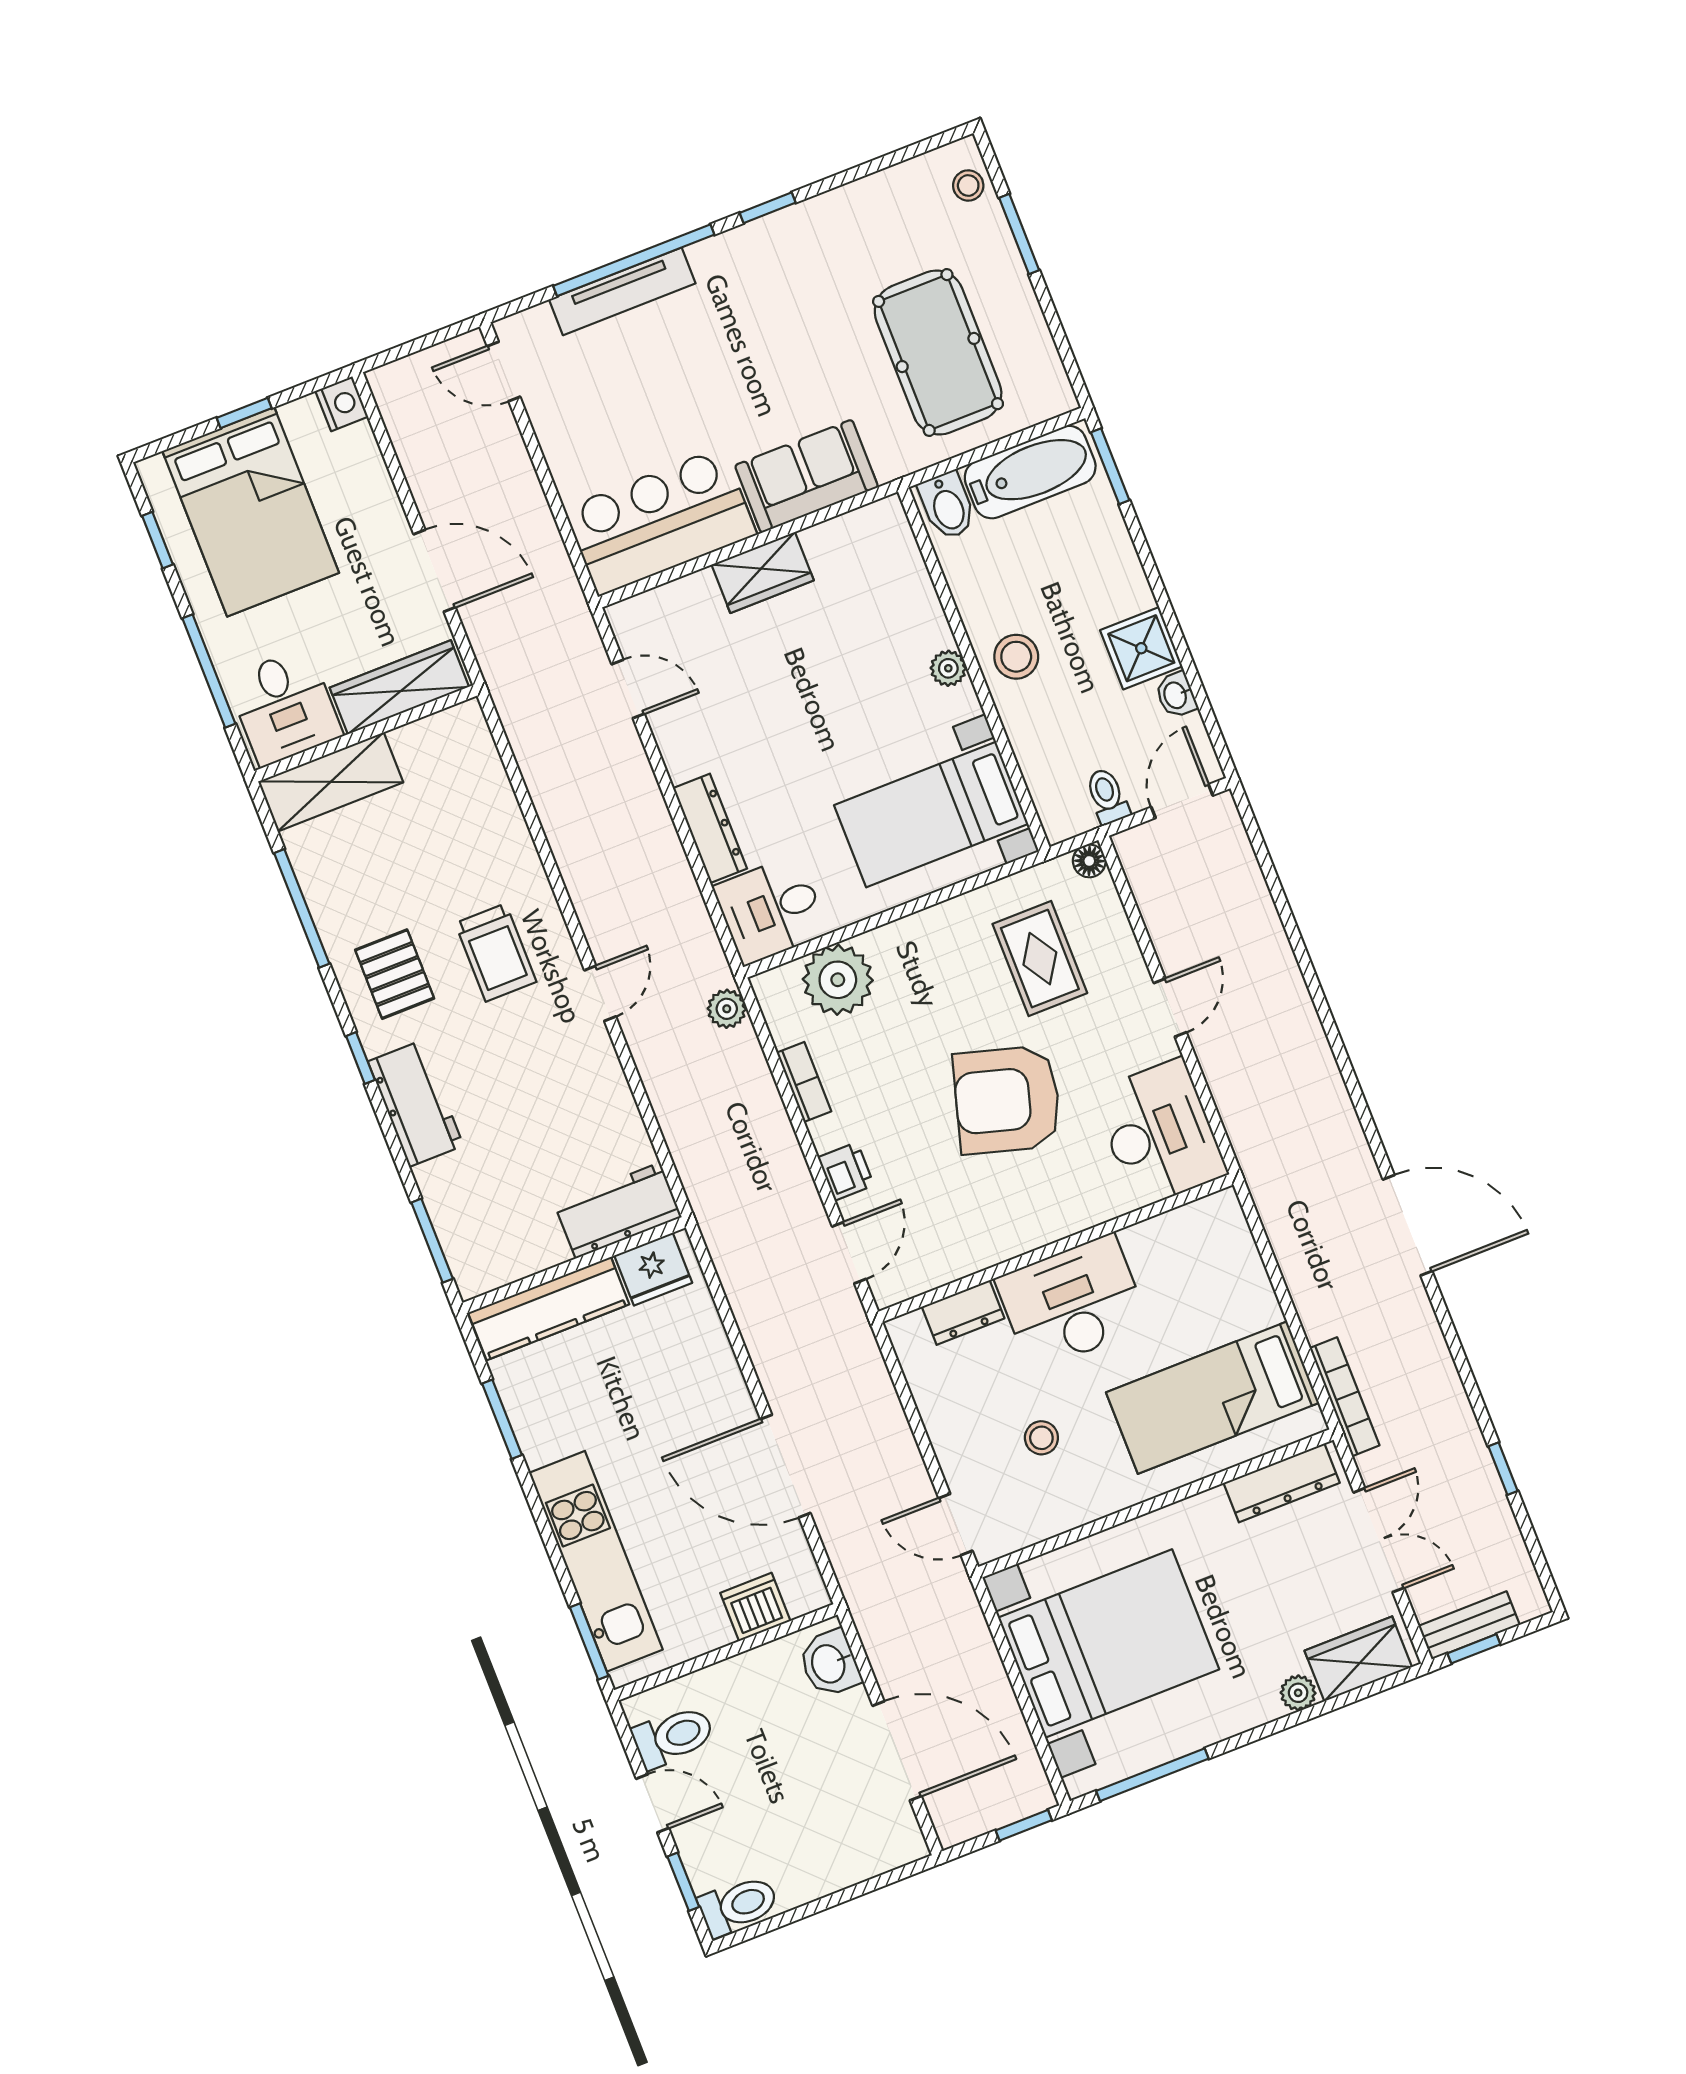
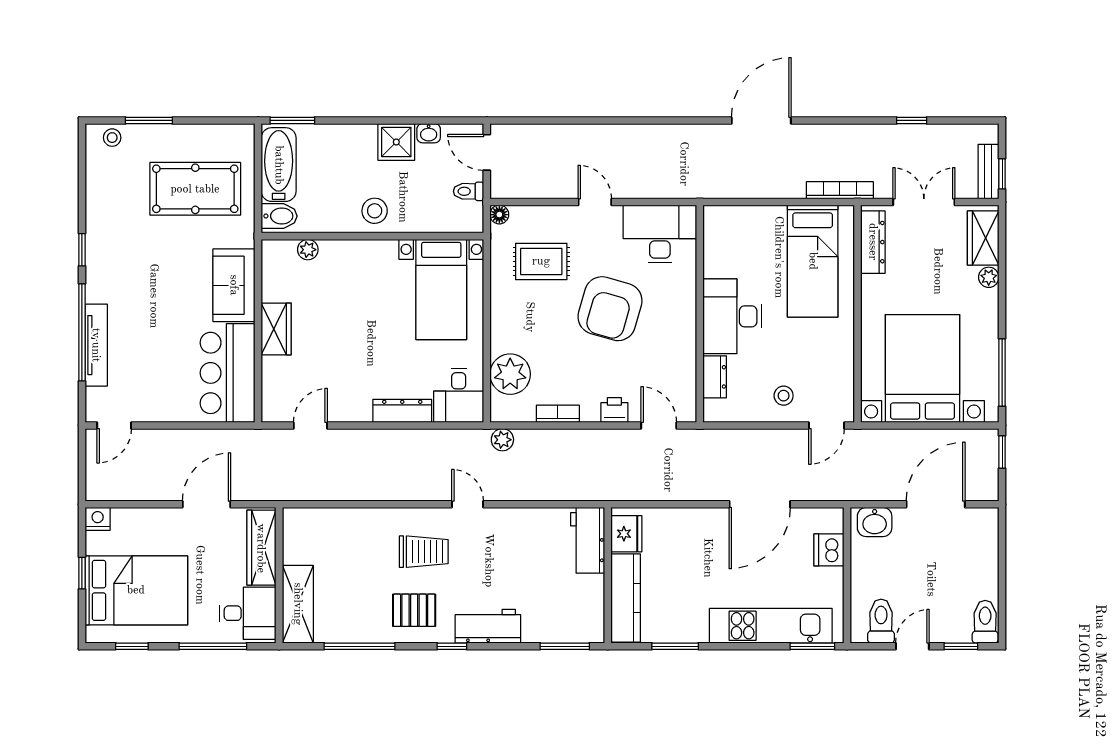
plant: (948, 668) -> (308, 250), moved
stool: (1041, 1438) -> (784, 396), moved

